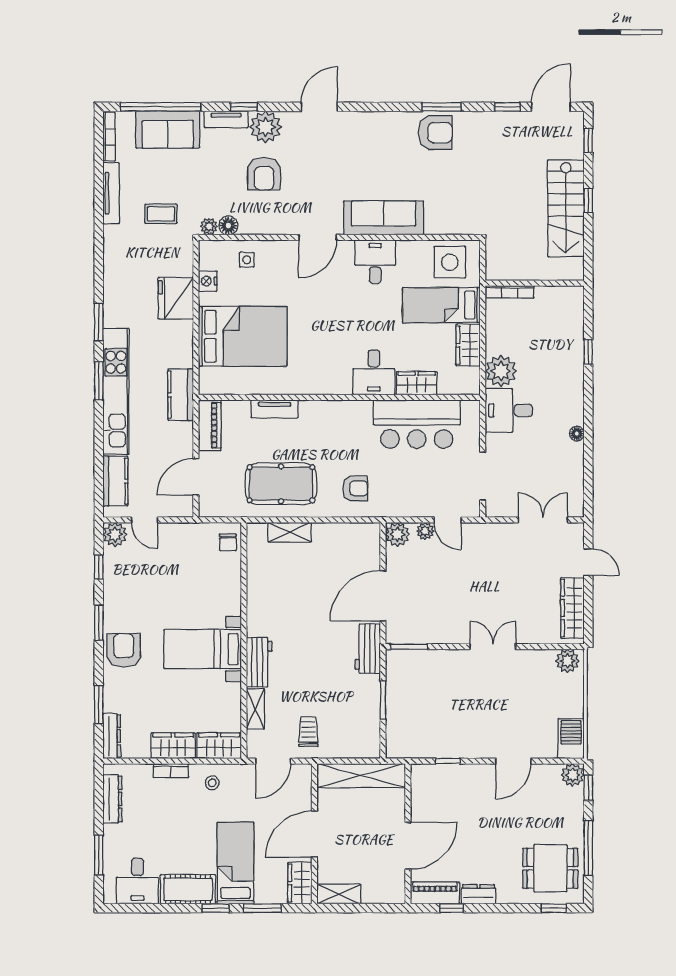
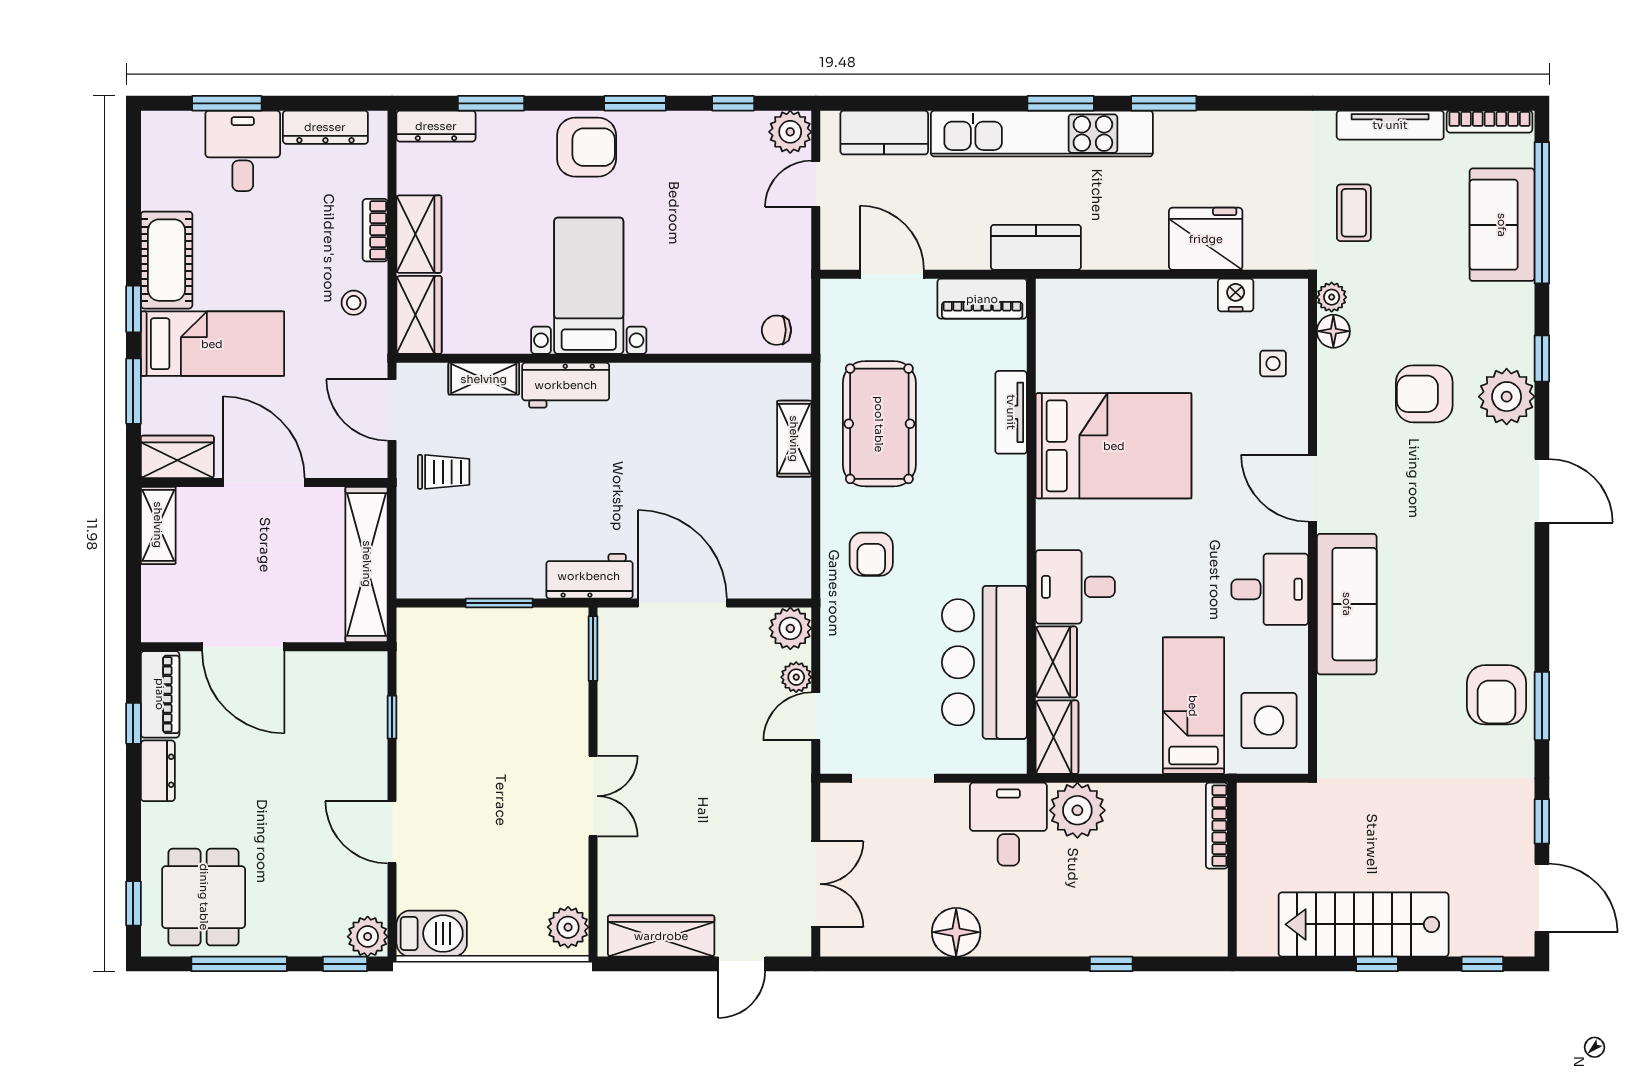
tv unit: (226, 119) -> (1520, 327), removed
bed: (243, 336) -> (1114, 446), moved, turned -90
wardrobe: (468, 345) -> (1057, 737), moved, turned 90
floor lamp: (577, 434) -> (956, 932), width x1.89, depth x1.89
desk: (137, 881) -> (243, 151), moved, turned 90

